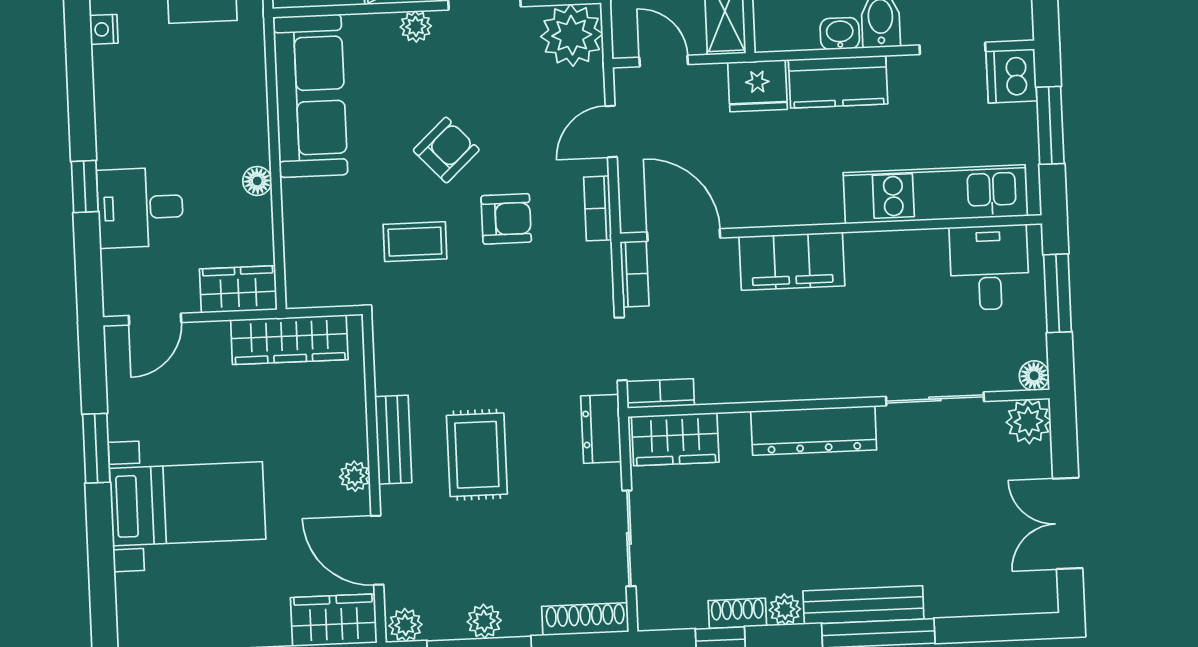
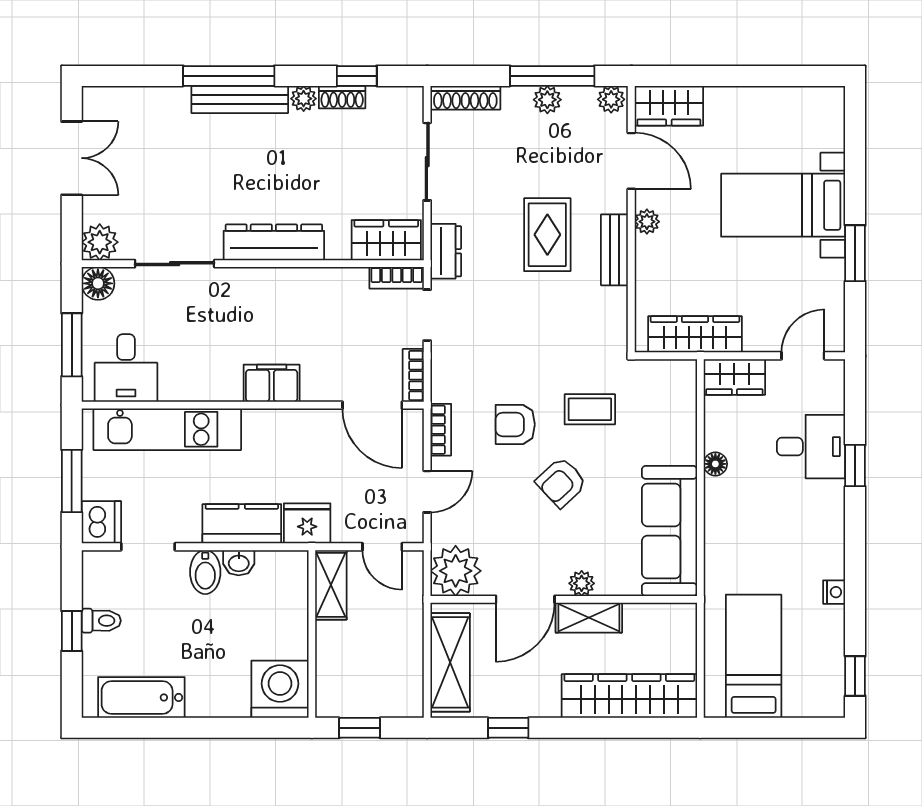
filing cabinet: (792, 261) -> (272, 383), width x0.67, depth x0.86
floor lamp: (1034, 376) -> (98, 283), width x1.37, depth x1.37

